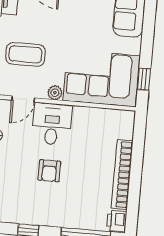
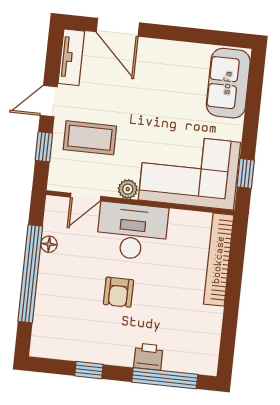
desk: (52, 124) -> (132, 231), width x1.37
bookcase: (122, 175) -> (219, 260), moved
printer: (117, 221) -> (148, 357), moved, turned 90

